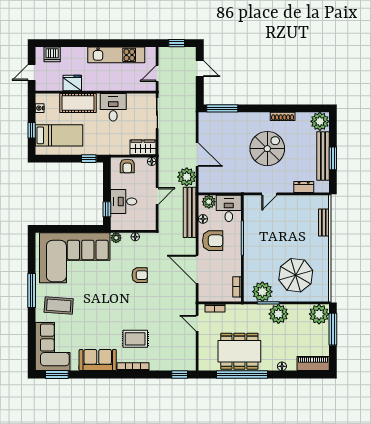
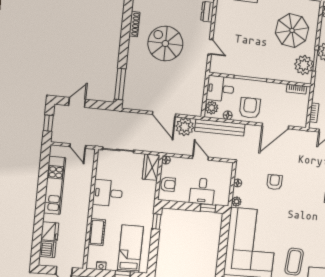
fridge: (72, 83) -> (50, 231), moved, turned 180
cot: (78, 103) -> (97, 232), width x0.73, depth x0.75
door: (197, 155) -> (164, 114), swing flipped

